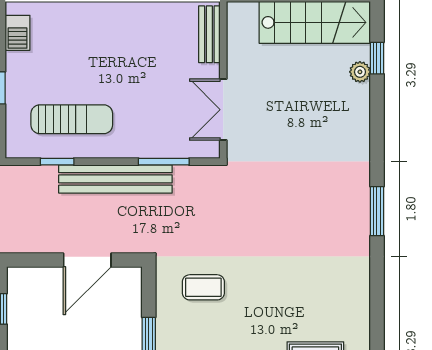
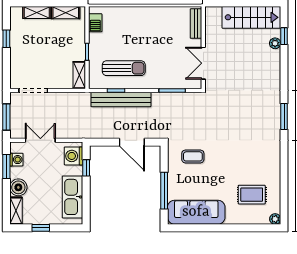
bench: (115, 179) -> (121, 100), moved
door: (87, 260) -> (132, 142), hinge flipped

